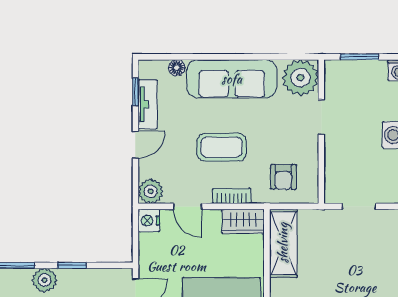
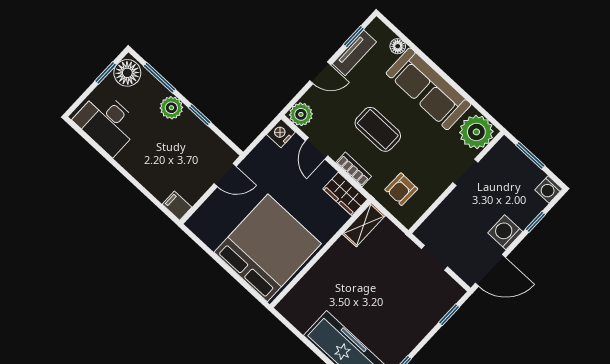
shelving: (283, 243) -> (364, 225), width x0.67, depth x0.75

